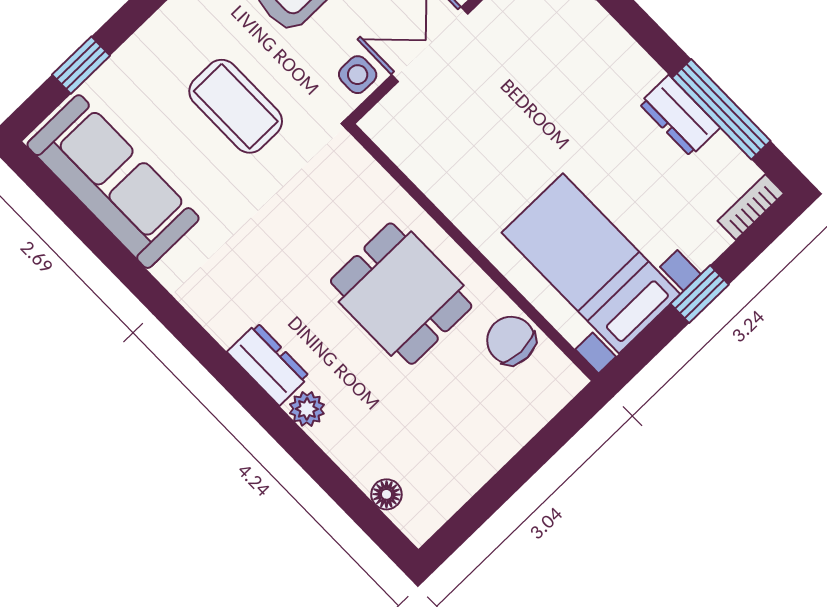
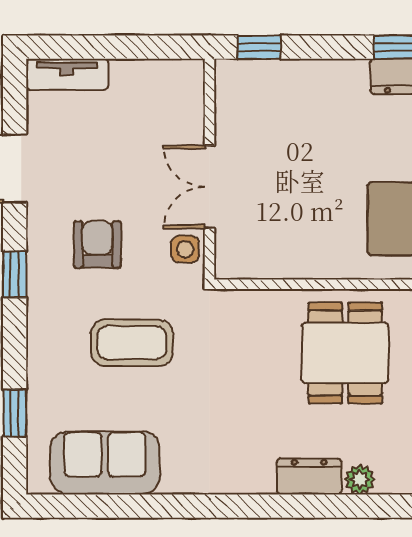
sofa: (113, 182) -> (105, 463), width x0.73
dining table: (401, 294) -> (345, 353), turned 90

